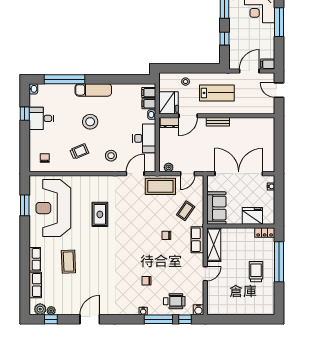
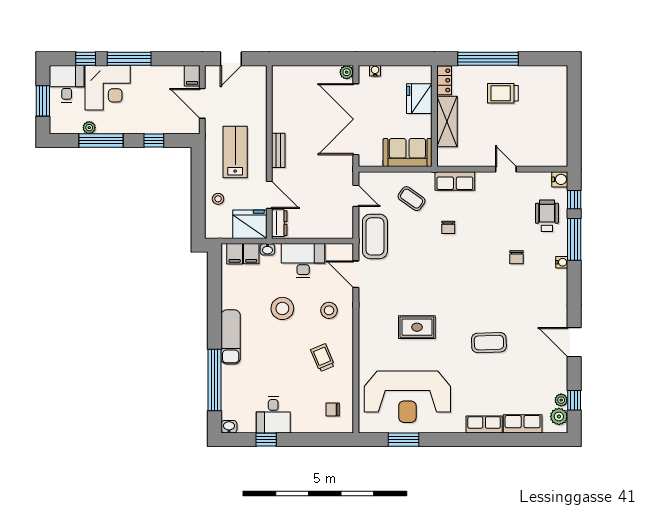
stool: (90, 122) -> (282, 308), moved
plant: (169, 167) -> (347, 72), moved
shelving: (214, 245) -> (447, 121), moved, turned 90
coffee table: (68, 262) -> (489, 343), moved

